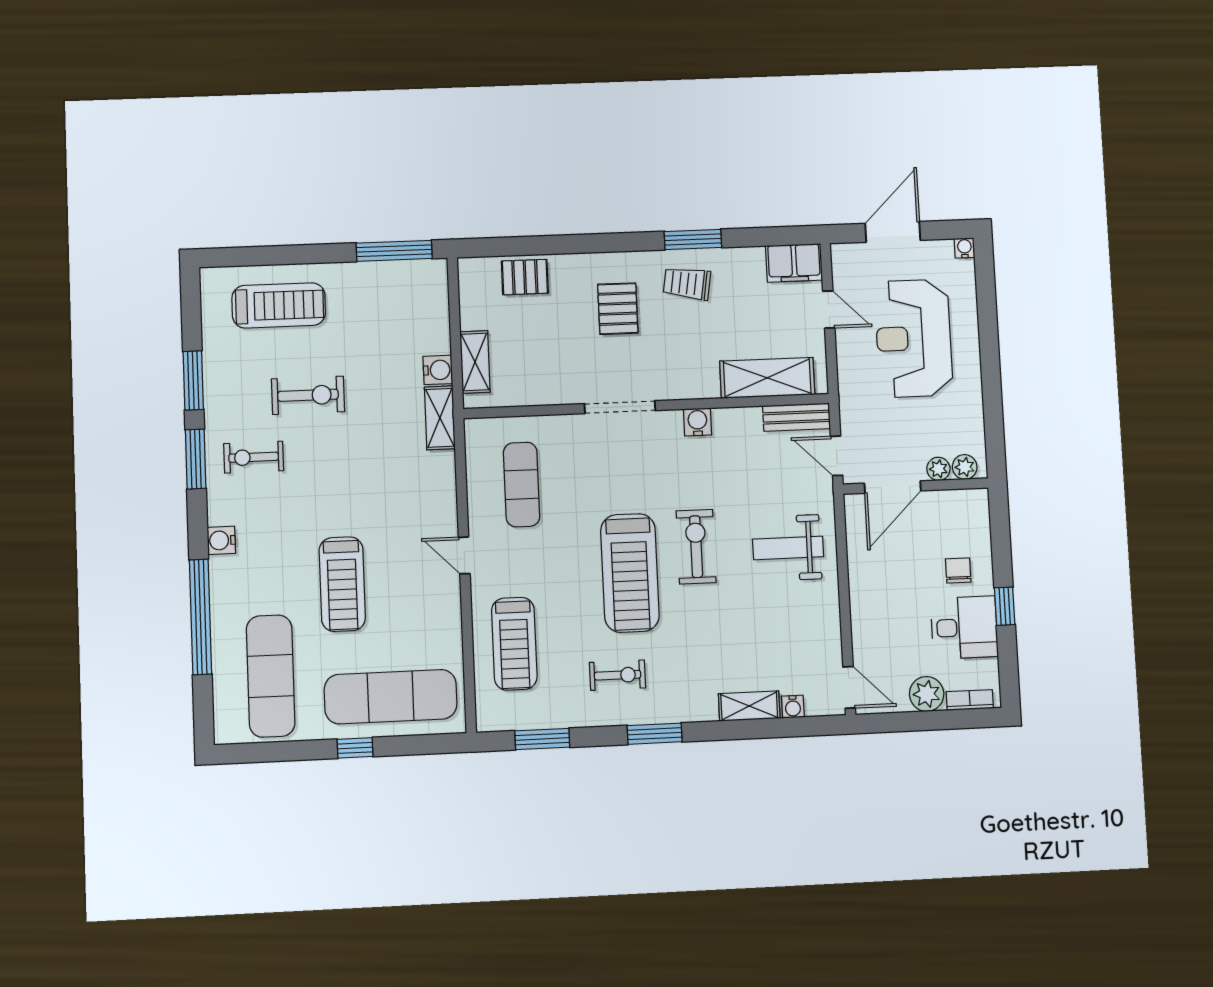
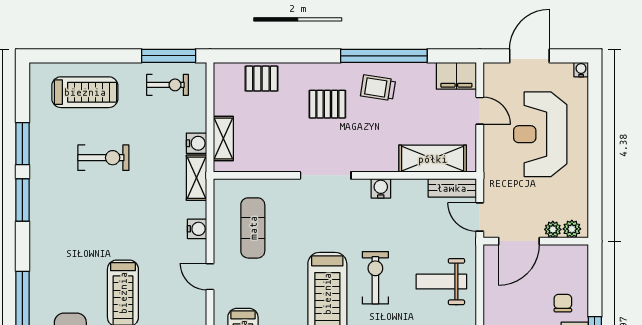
window: (693, 239) -> (384, 56), width x2.11
pallet: (618, 309) -> (327, 104), turned 90
exercise bike: (254, 457) -> (167, 85), moved, turned 180
water cooler: (221, 540) -> (197, 229), moved, turned 180

